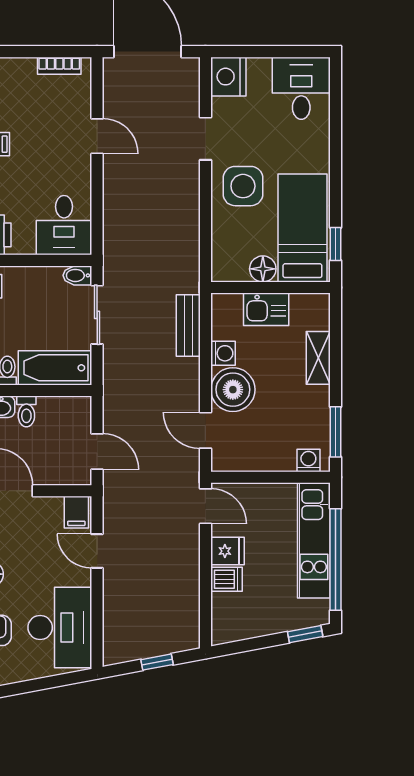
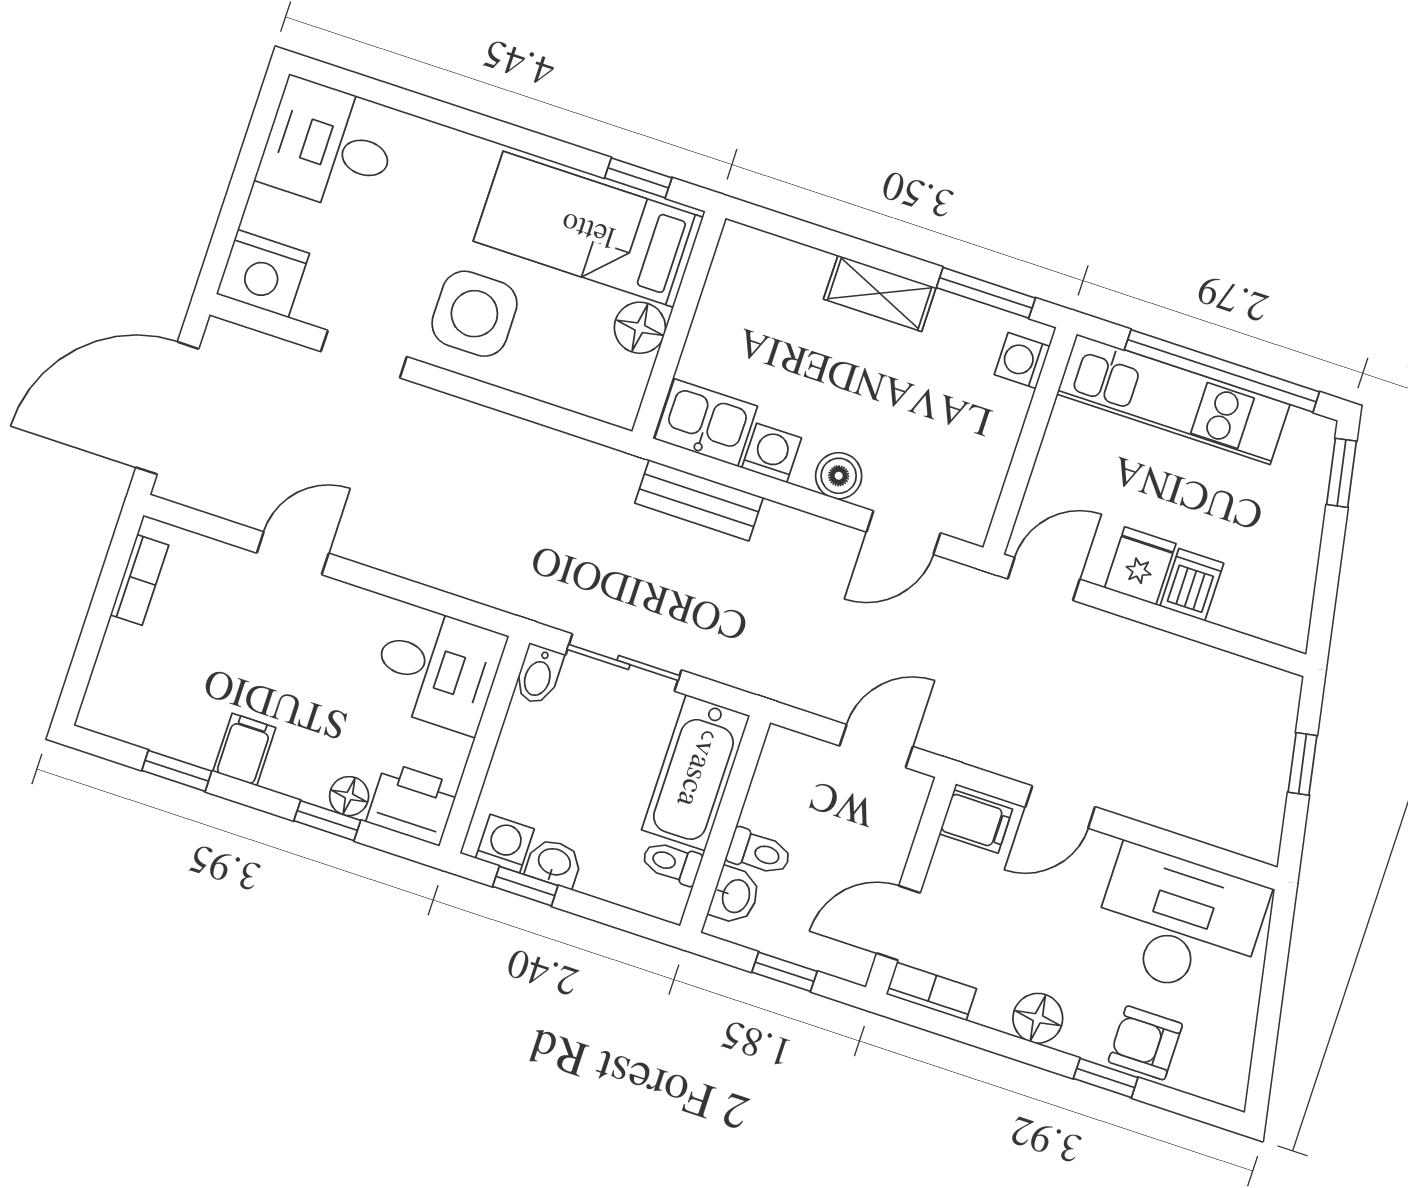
kitchen sink: (266, 309) -> (706, 423), moved, turned -90
shelving: (318, 358) -> (880, 293), moved
boiler: (233, 390) -> (839, 476), width x0.54, depth x0.54

